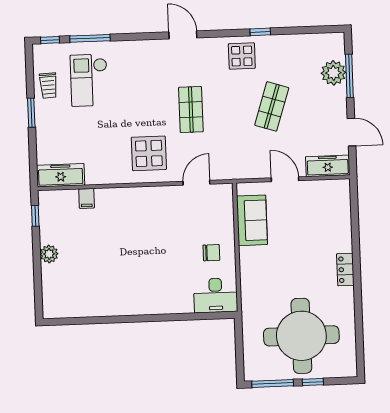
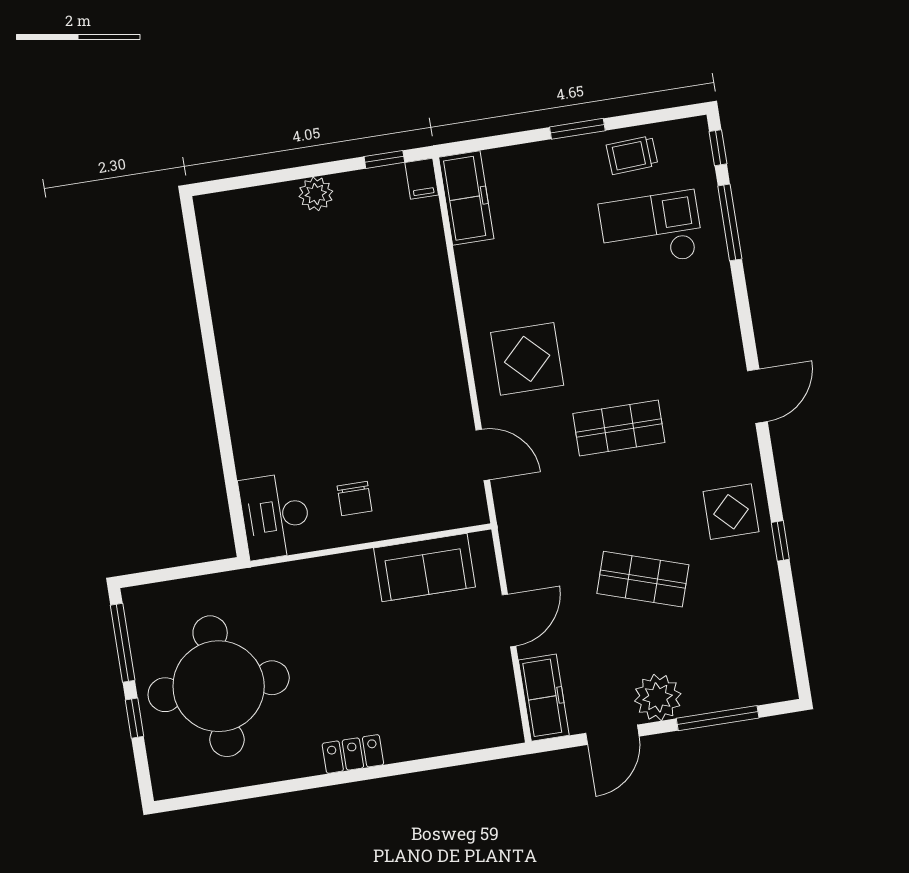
plant: (333, 73) -> (658, 697), moved
filing cabinet: (87, 198) -> (422, 179), moved, turned -90

